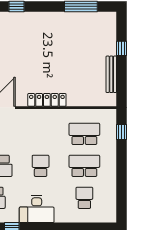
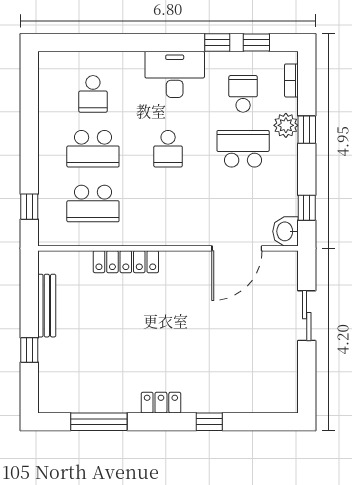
locker: (45, 18) -> (161, 403), added
locker: (47, 100) -> (126, 262), moved

